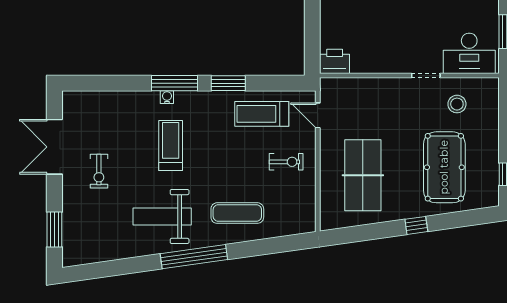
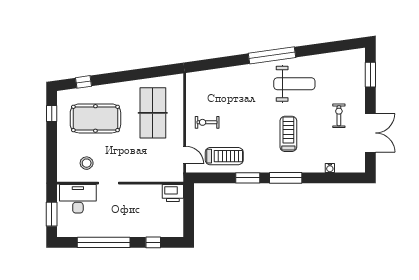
water cooler: (167, 97) -> (330, 168), moved
treadmill: (171, 145) -> (288, 134), turned 180
pool table: (444, 167) -> (95, 118), turned 90
exercise mat: (237, 213) -> (241, 86), removed
window: (416, 225) -> (84, 82), moved

